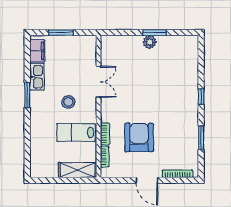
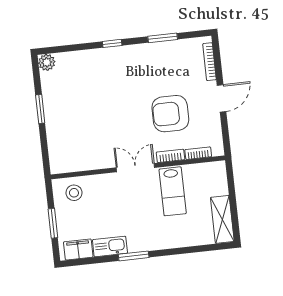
plant: (150, 42) -> (47, 62), moved
double door: (98, 82) -> (135, 168), moved
stool: (68, 102) -> (74, 193), moved
shelving: (78, 170) -> (222, 219), moved

